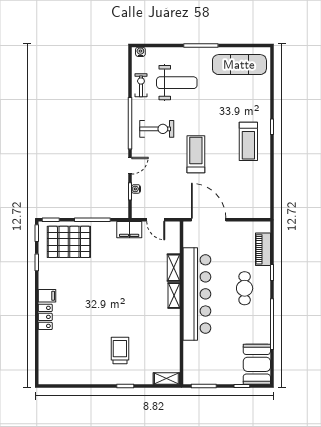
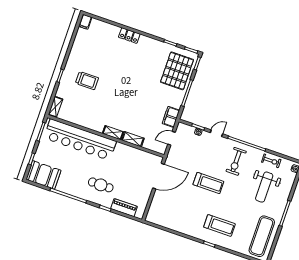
treadmill: (248, 141) -> (219, 225), moved, turned 180
door: (130, 166) -> (216, 133), swing flipped
bar counter: (197, 294) -> (80, 140), moved
filing cabinet: (47, 296) -> (85, 22), moved

